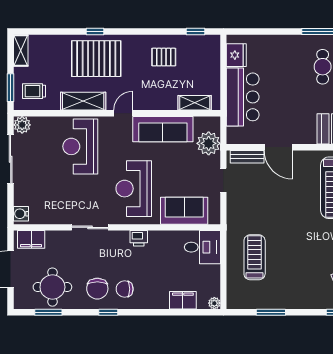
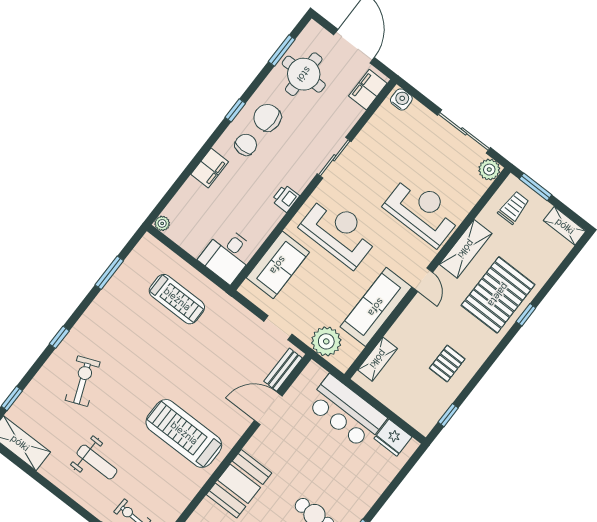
filing cabinet: (183, 300) -> (210, 168), moved

